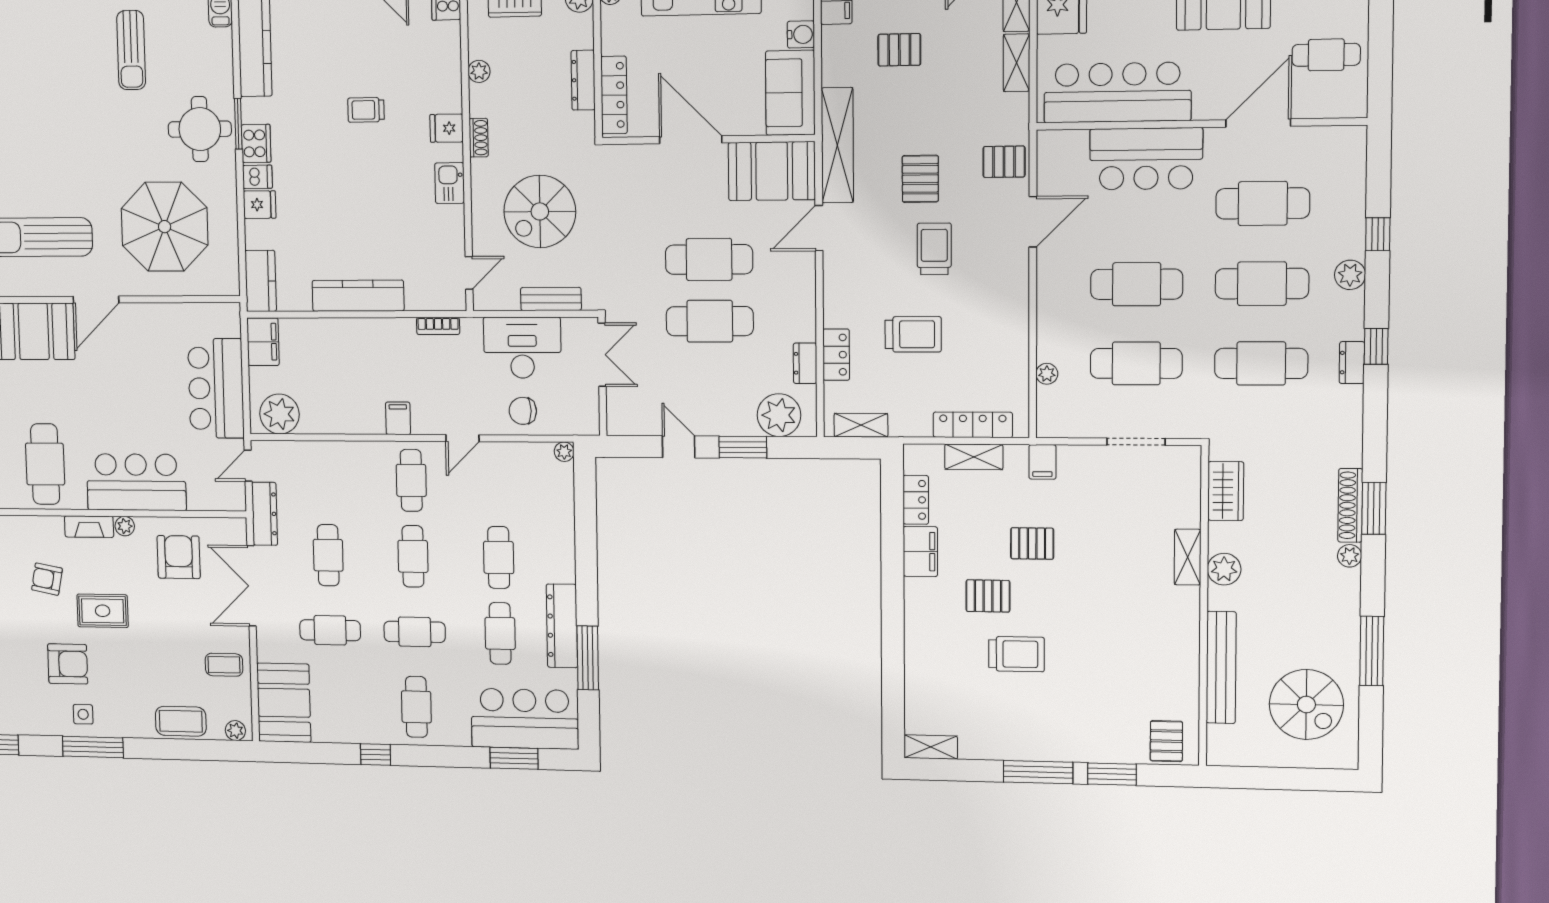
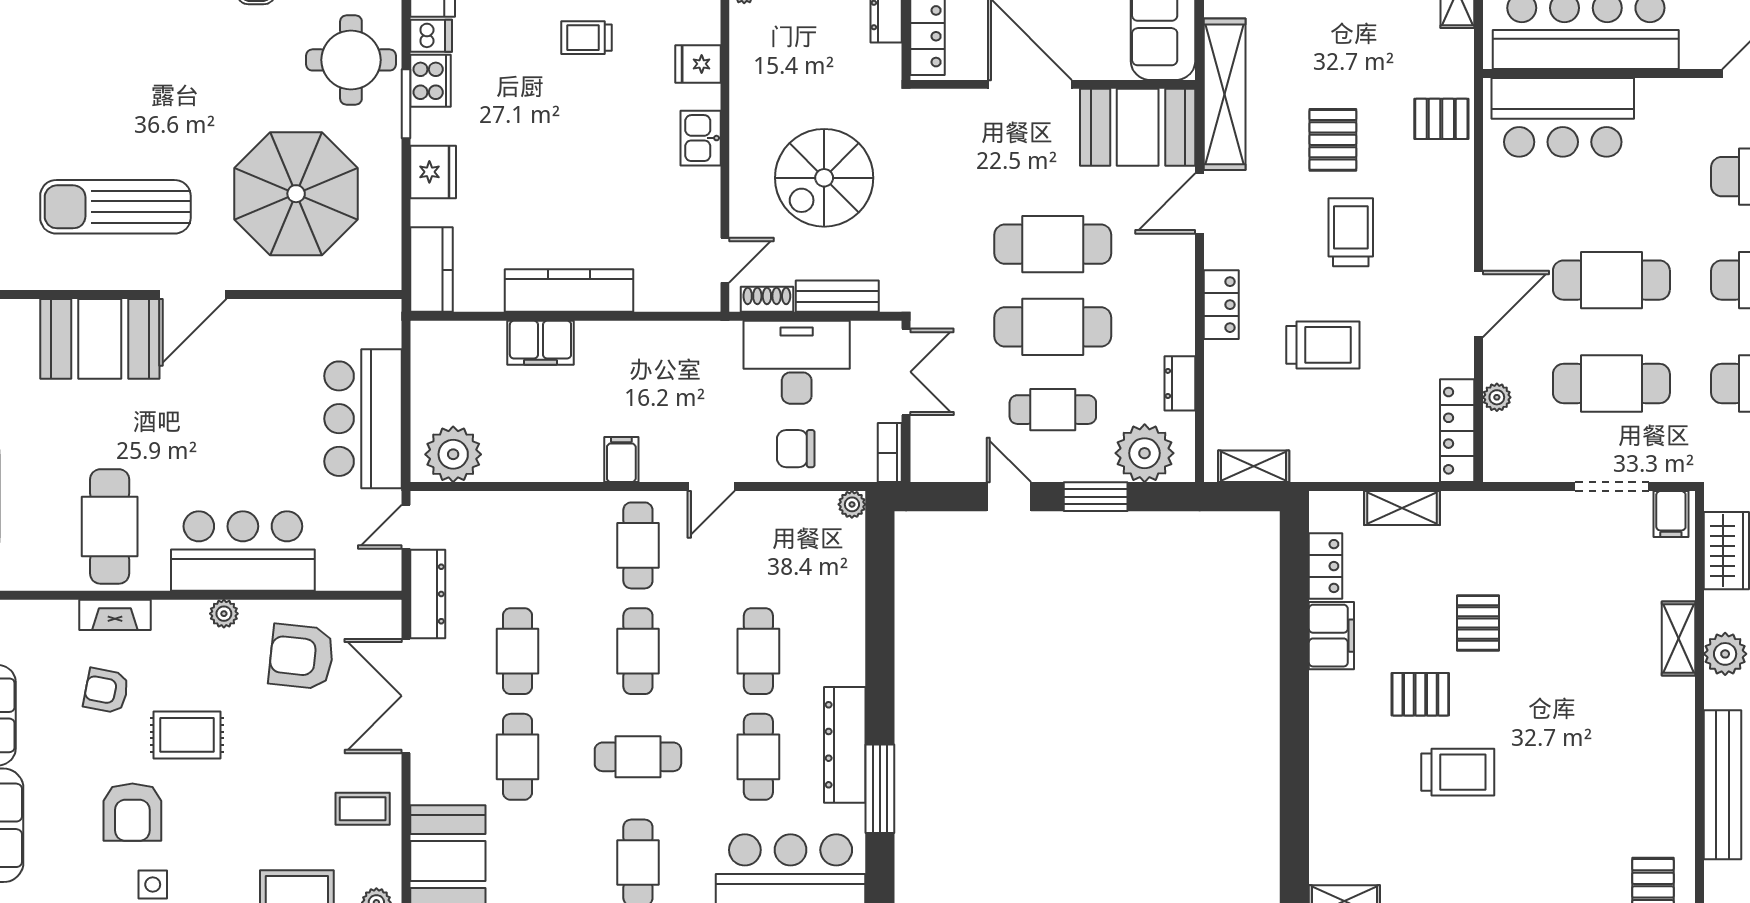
window: (238, 124) -> (406, 104), moved
shoe rack: (479, 138) -> (767, 299), moved, turned -90
bar counter: (1146, 159) -> (1563, 117), moved
dishwasher: (257, 177) -> (431, 36), moved
fridge: (260, 205) -> (433, 172), width x1.38
door: (1033, 222) -> (1479, 304), moved
bookcase: (438, 326) -> (890, 453), moved, turned 90
filing cabinet: (263, 342) -> (540, 343), moved, turned 90
locker: (836, 355) -> (1221, 305), moved
cafe table: (710, 383) -> (1053, 410), added
locker: (973, 425) -> (1457, 431), moved, turned -90
filing cabinet: (1042, 462) -> (1671, 514), moved
fireplace: (89, 527) -> (115, 615), moved
pallet: (1032, 543) -> (1478, 623), turned 90
armchair: (179, 557) -> (301, 657), turned -84
cafe table: (330, 630) -> (517, 757), turned 90
armchair: (68, 664) -> (132, 812), turned 90

